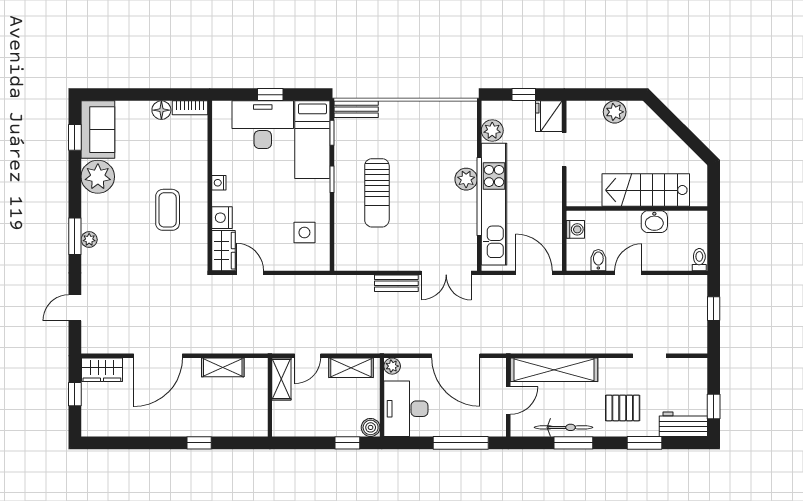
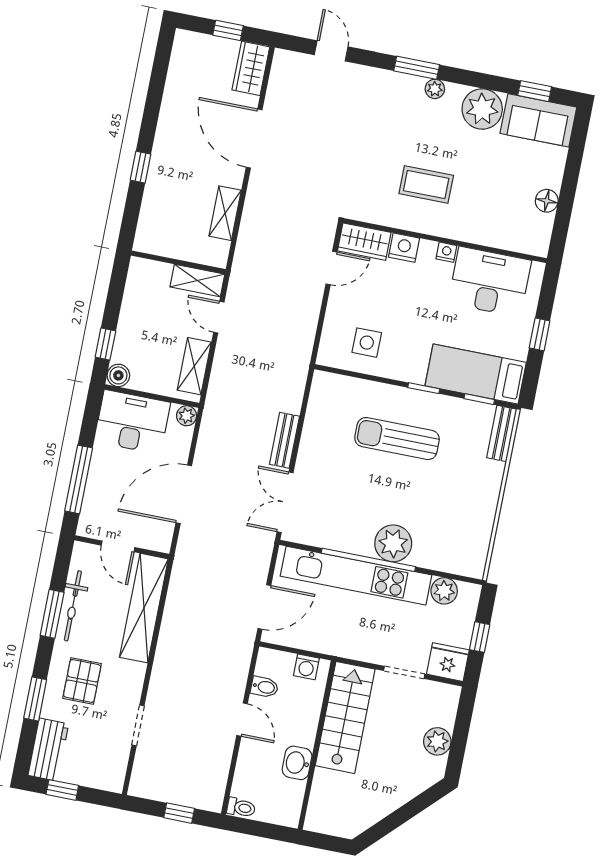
bookcase: (190, 108) -> (543, 235), removed
desk: (263, 125) -> (490, 282), moved, turned -90
plant: (466, 179) -> (393, 543), width x1.36, depth x1.36
stairs: (646, 190) -> (345, 717), moved
plant: (89, 240) -> (435, 89), moved

